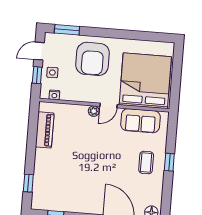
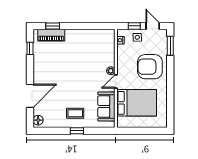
bed: (145, 81) -> (137, 103), width x0.73
door: (109, 106) -> (116, 82), hinge flipped
piano: (45, 130) -> (51, 35), moved

